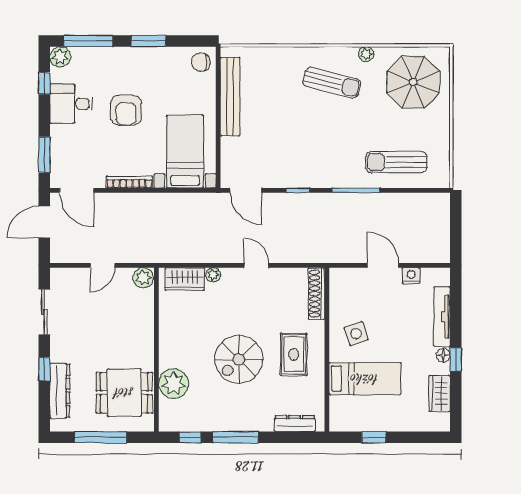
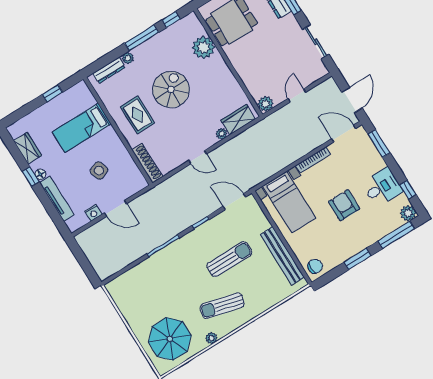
sun lounger: (396, 162) -> (229, 259), moved
side table: (356, 334) -> (99, 171), moved
plant: (265, 424) -> (128, 58), added

